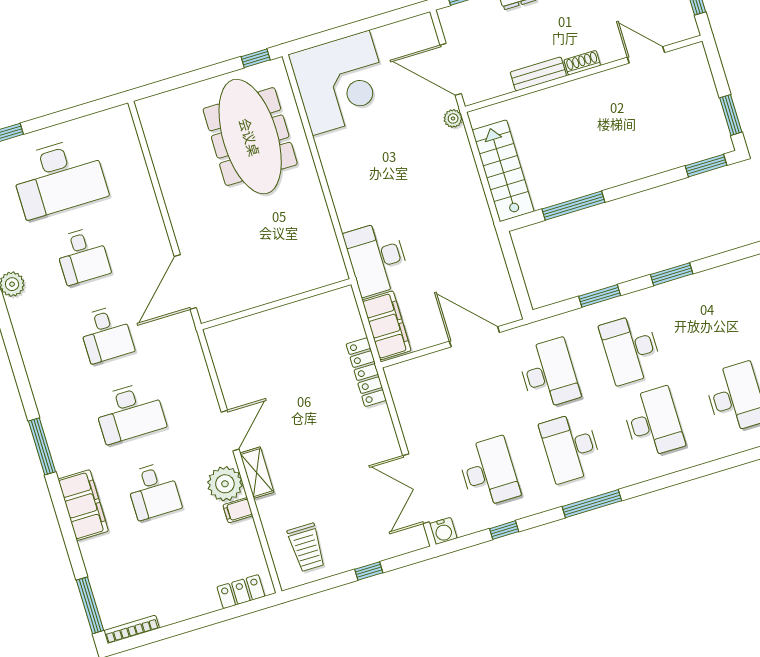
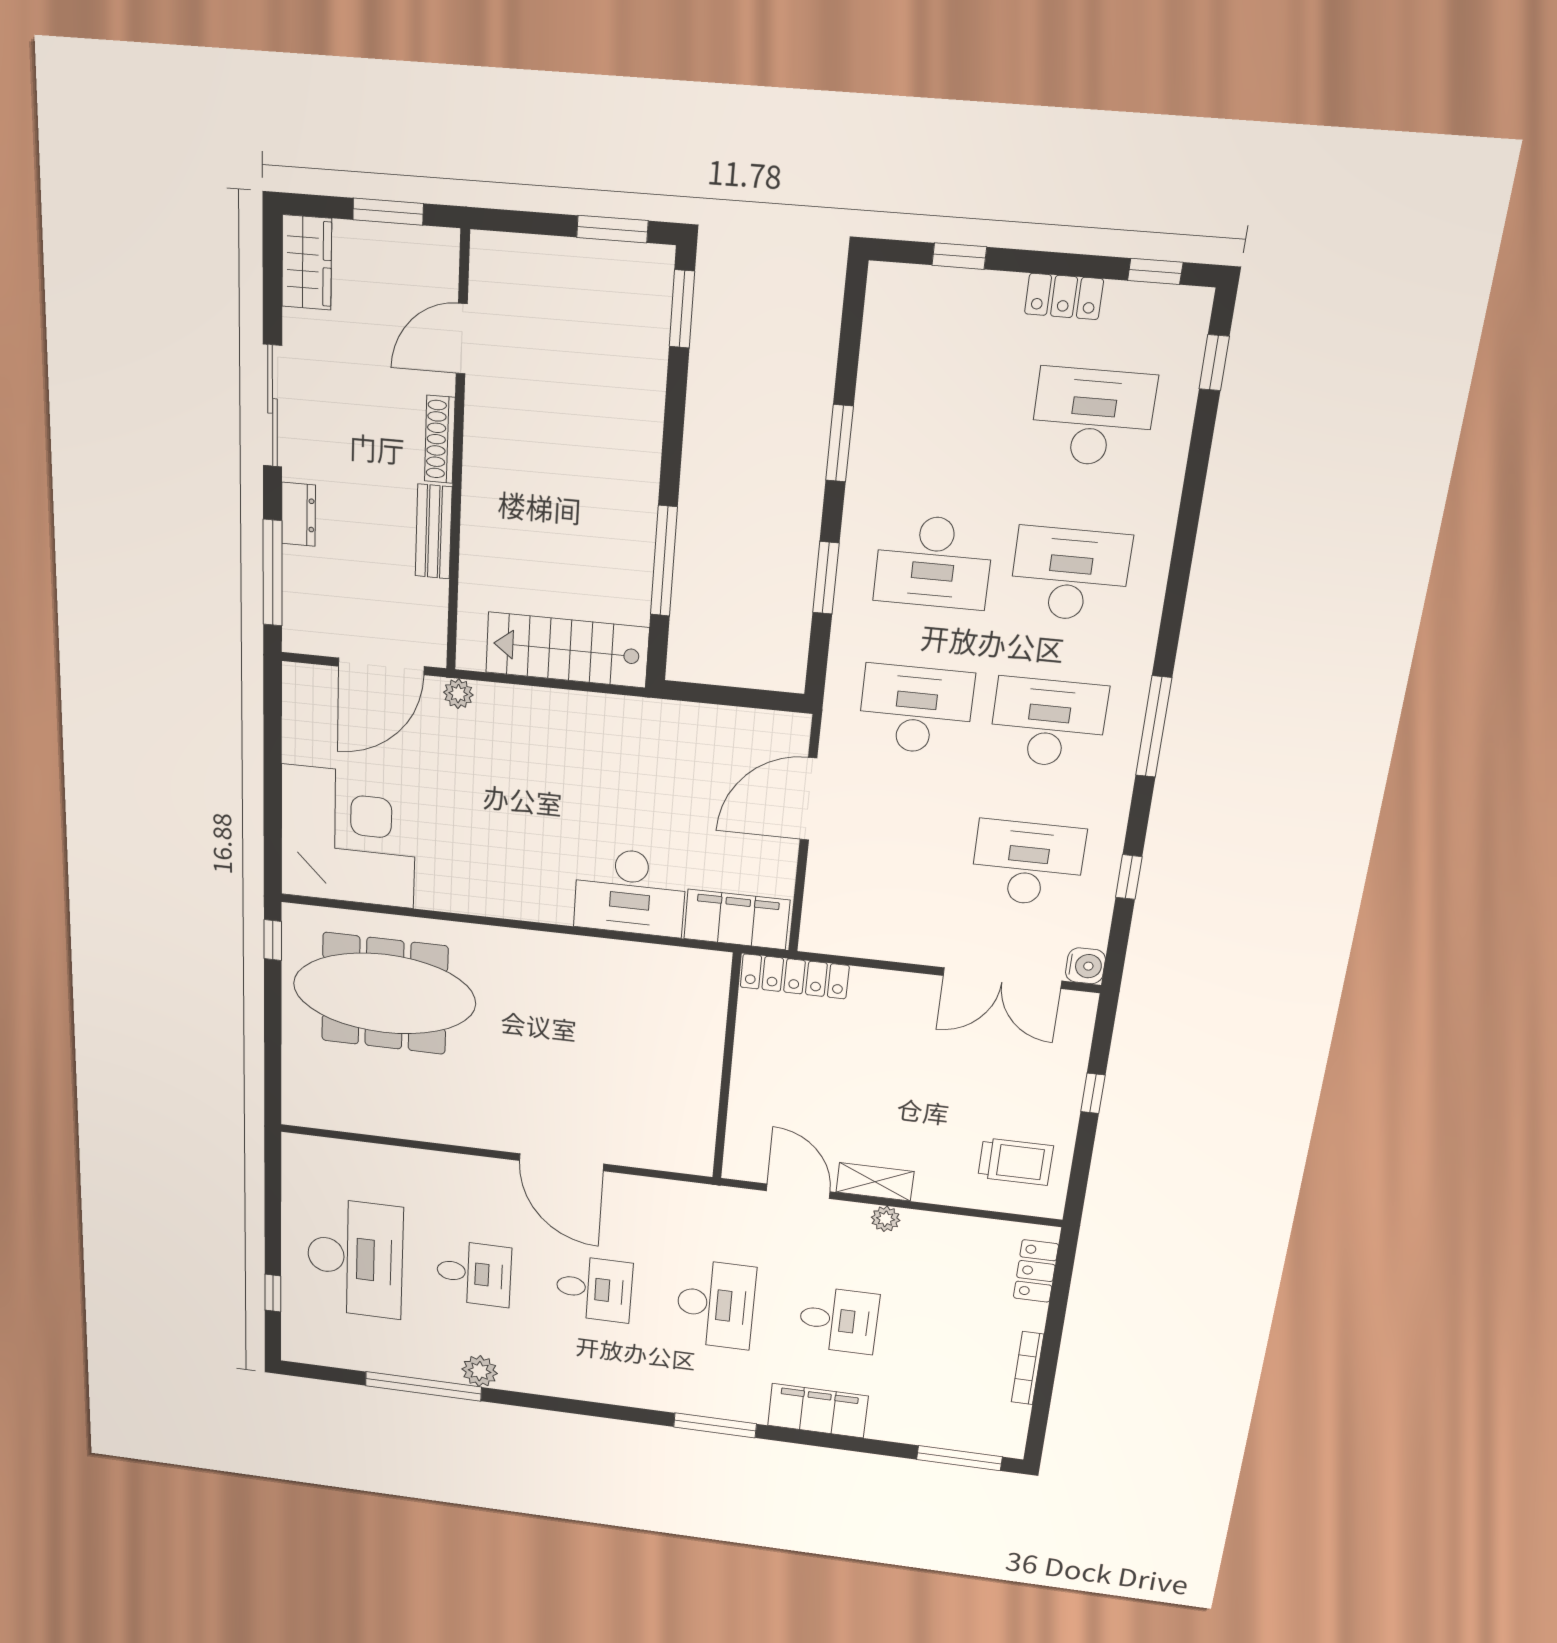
shoe rack: (582, 63) -> (440, 439), width x1.43
wall: (276, 304) -> (727, 1068), moved
desk: (571, 447) -> (1048, 723), turned 180
plant: (225, 484) -> (886, 1219), width x0.53, depth x0.53
filing cabinet: (238, 510) -> (917, 1228), removed
bookcase: (132, 629) -> (1027, 1368), moved

